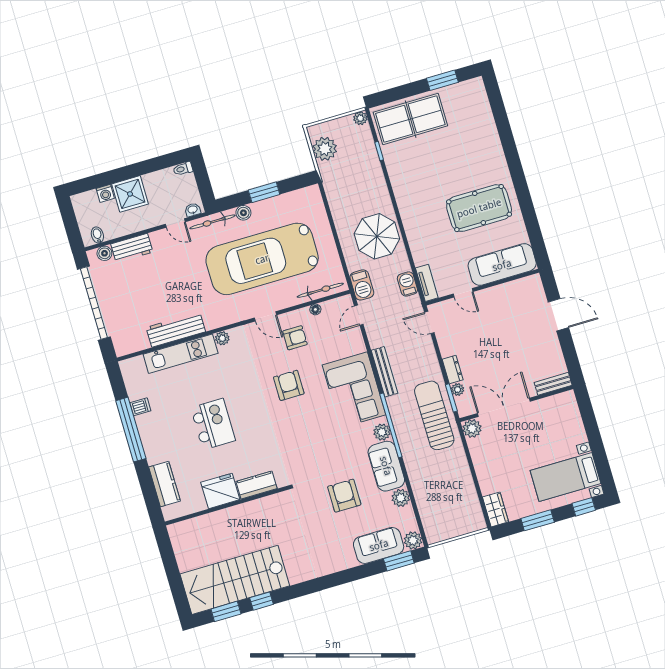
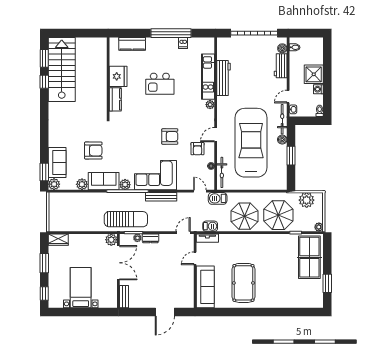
parasol: (360, 185) -> (278, 215), added
washing machine: (105, 193) -> (318, 89), moved
bed with nightstands: (565, 477) -> (81, 288), moved

